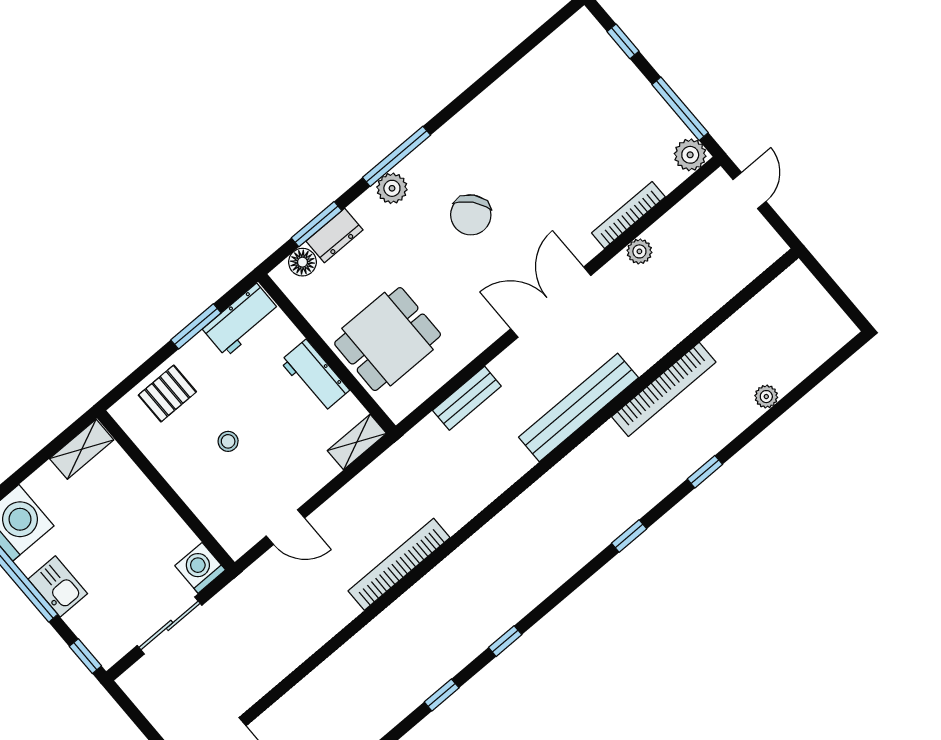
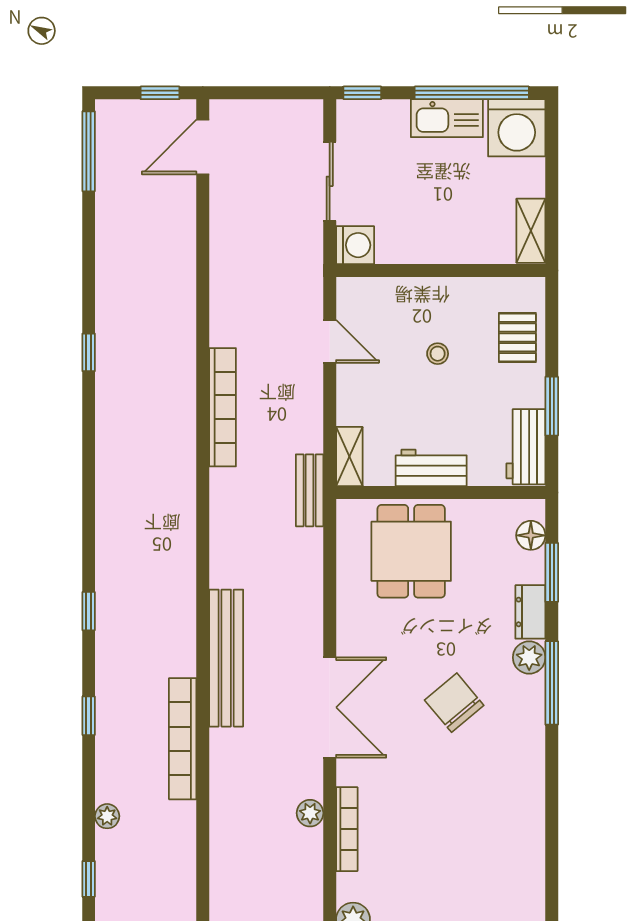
dresser: (335, 236) -> (530, 612), moved
bench: (467, 398) -> (310, 490), moved
door: (285, 527) -> (330, 341), swing flipped
kitchen sink: (58, 586) -> (447, 118), width x1.38
window: (505, 641) -> (89, 879), moved

